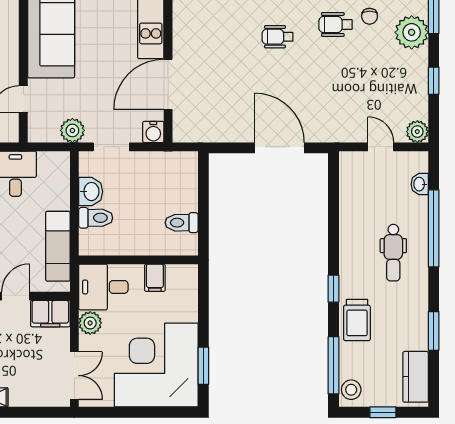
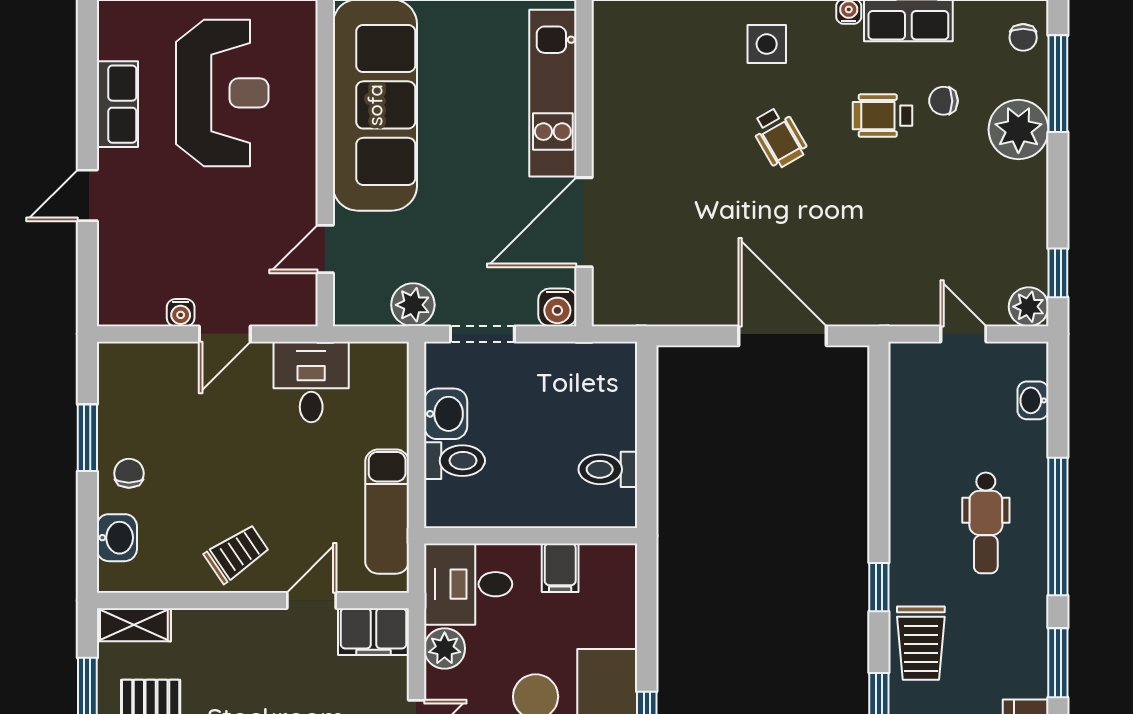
chair: (370, 16) -> (943, 101), turned 90
wheelchair: (277, 37) -> (779, 137), turned -120
window: (434, 81) -> (1058, 273), moved
window: (434, 228) -> (1058, 527), moved

